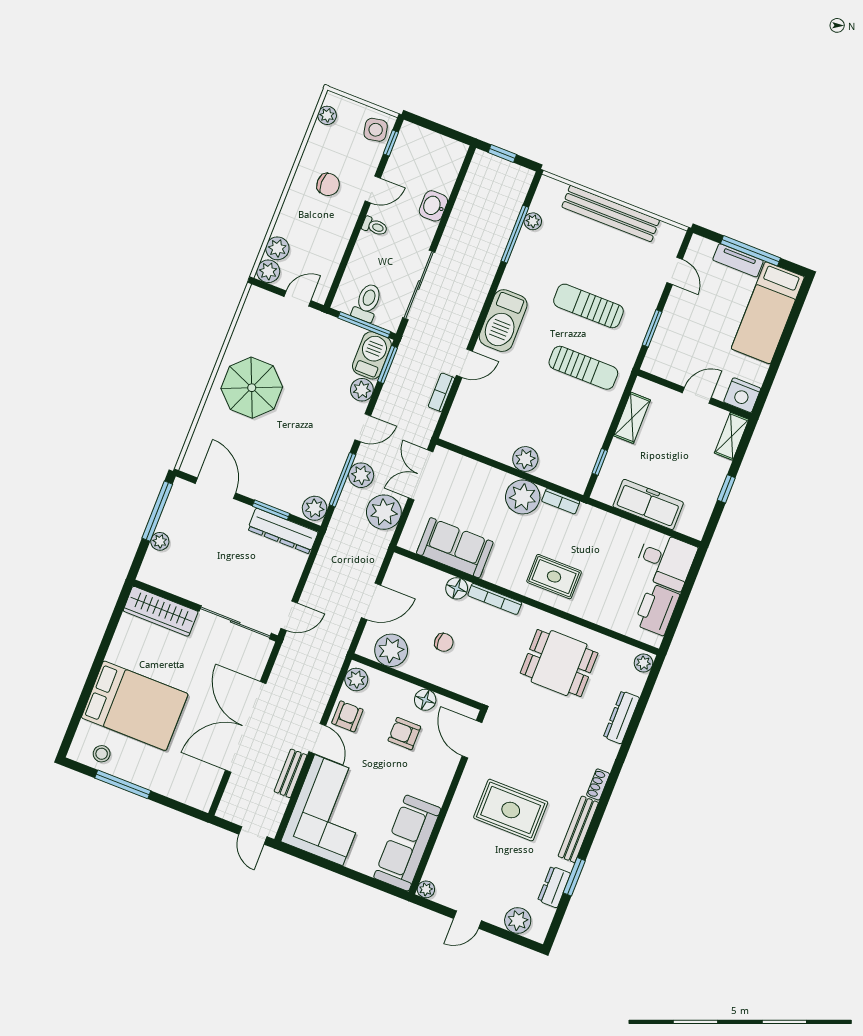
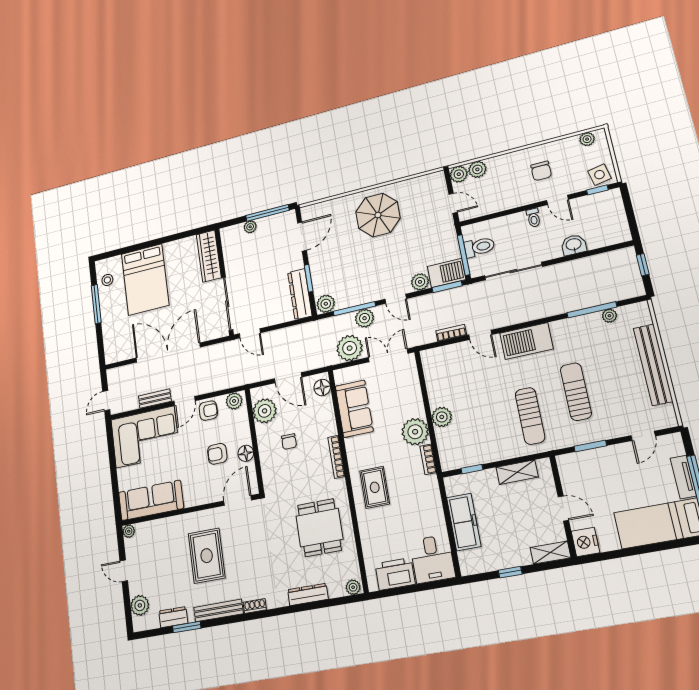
floor lamp: (457, 588) -> (322, 388), moved
armchair: (404, 734) -> (217, 454), turned -90

